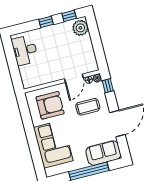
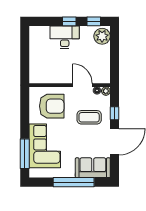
desk: (25, 50) -> (65, 37), moved, turned 90
door: (74, 78) -> (82, 85), swing flipped
window: (108, 86) -> (115, 113), moved
window: (36, 156) -> (25, 154), added

